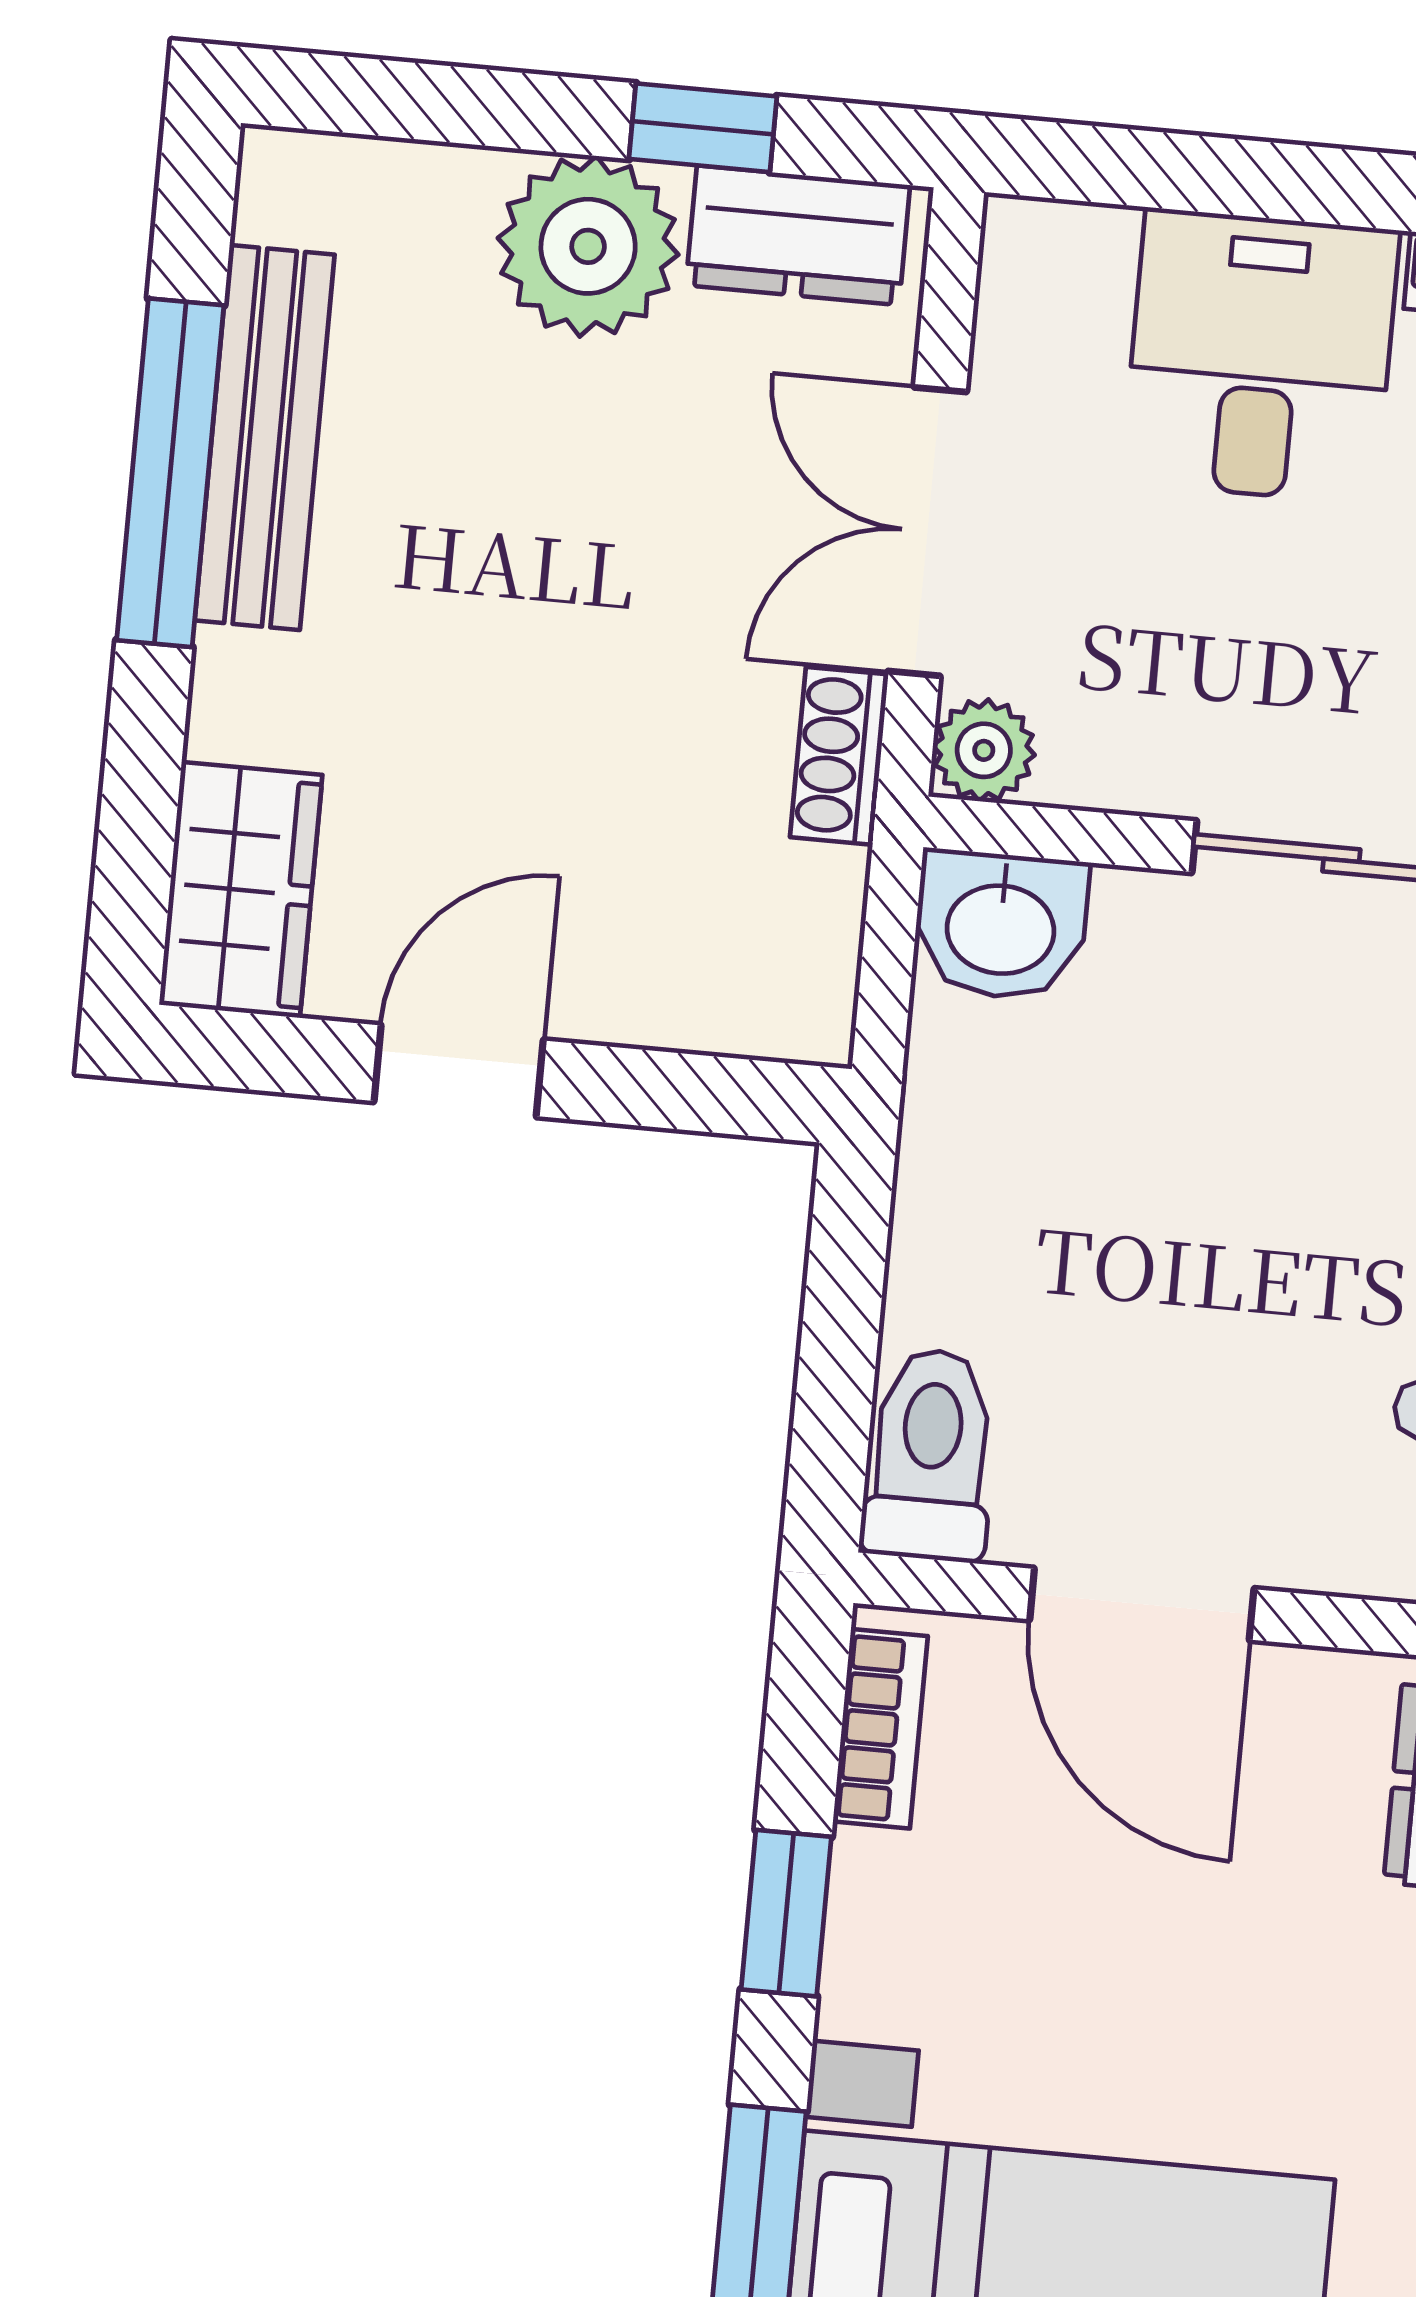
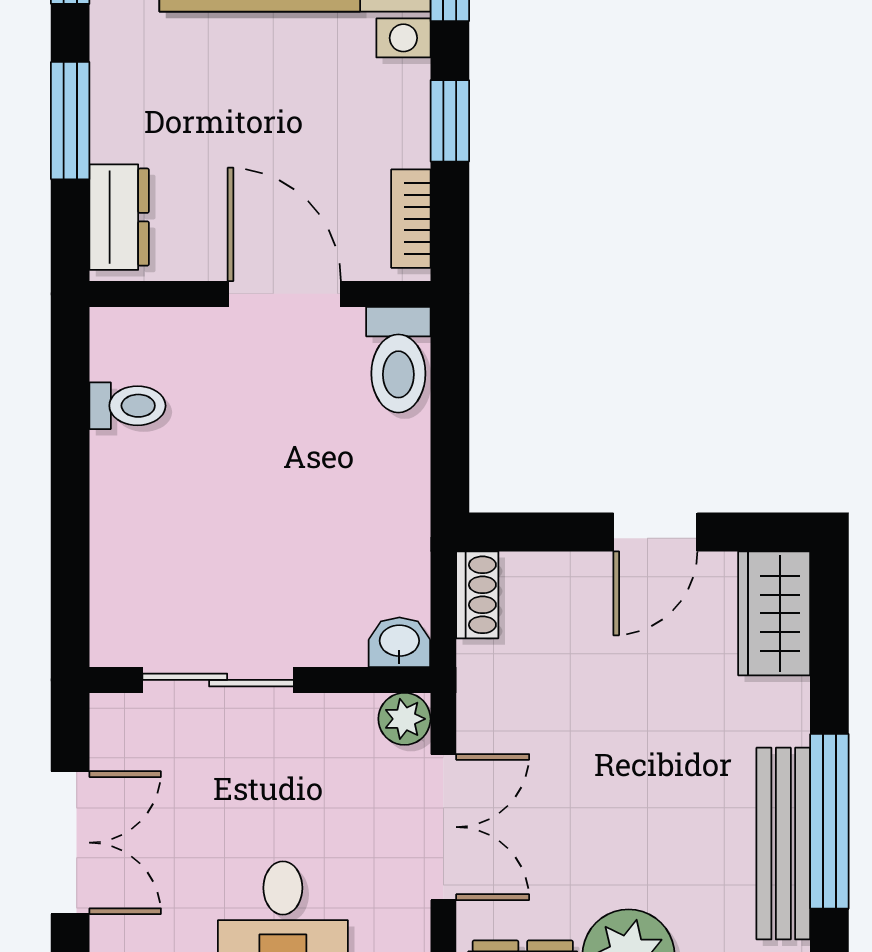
shoe rack: (839, 756) -> (477, 595), moved
washbasin: (1001, 925) -> (399, 642), width x0.72, depth x0.69

